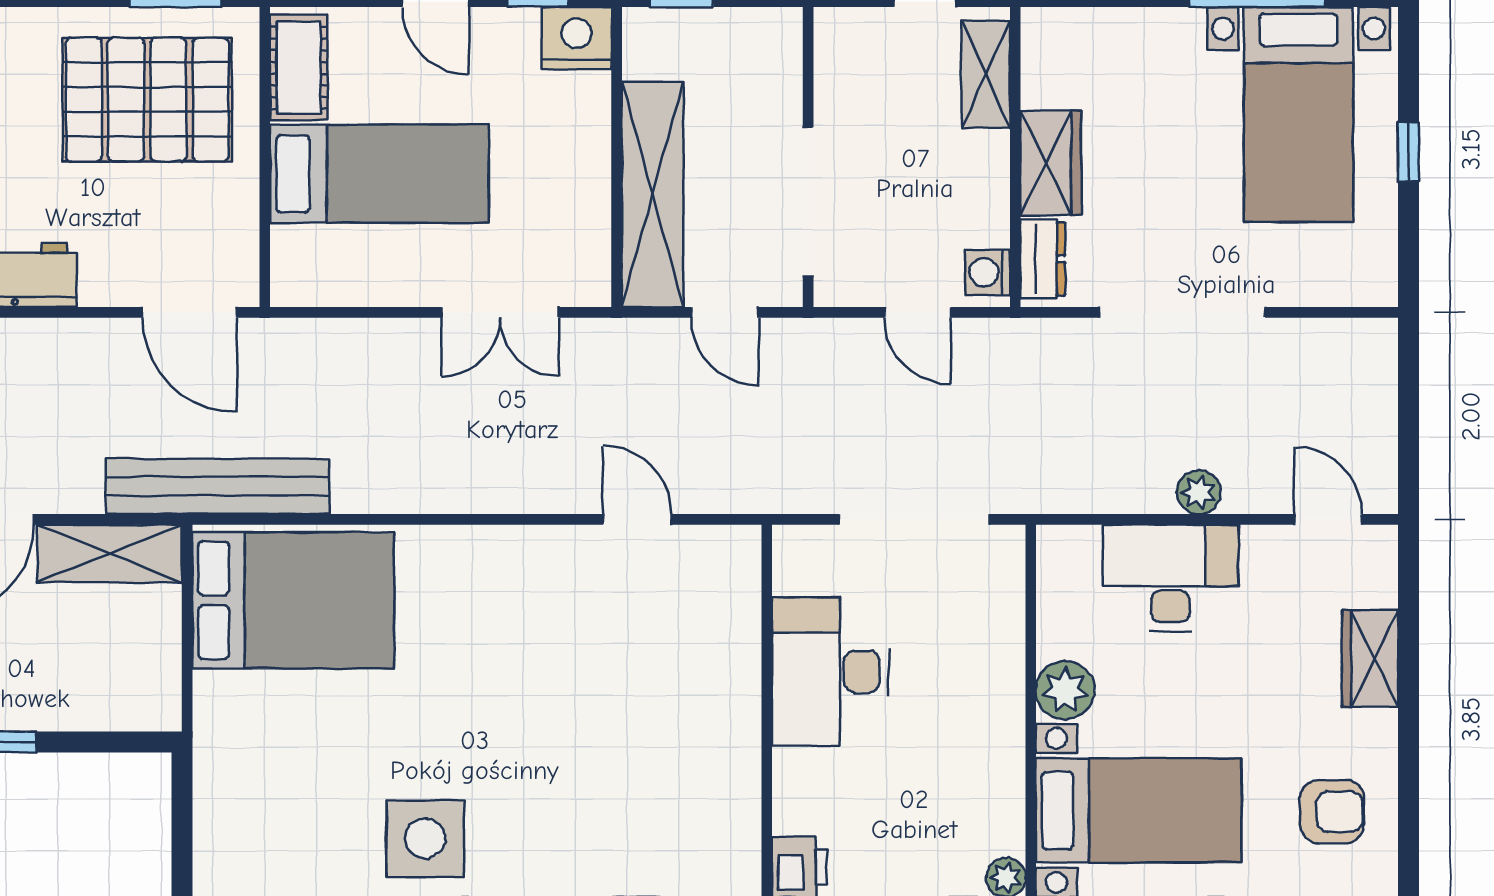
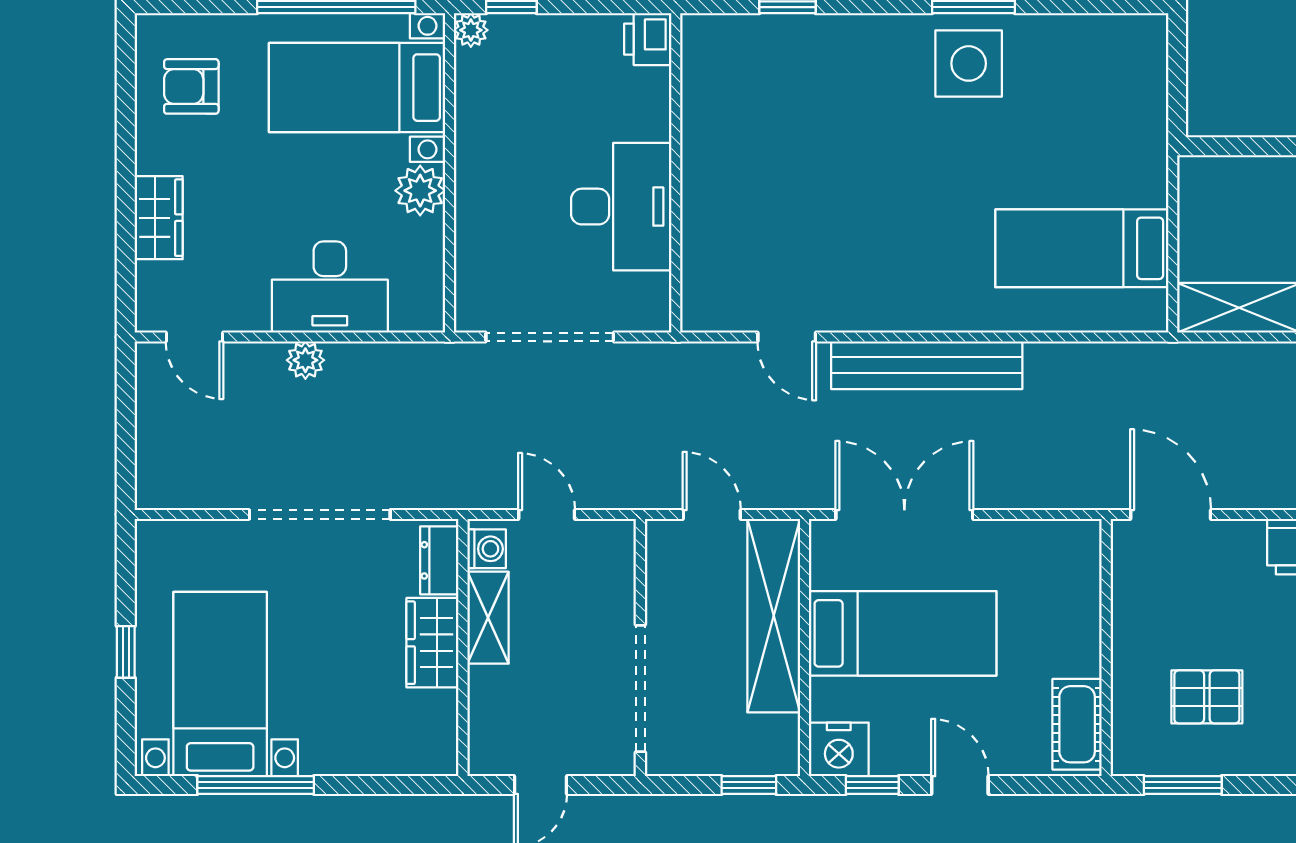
shelving: (986, 74) -> (488, 618), moved
pallet: (147, 100) -> (1207, 697), width x0.49, depth x0.50
bed: (379, 174) -> (903, 633), moved, turned 180
doorway: (808, 202) -> (640, 688), moved
double door: (500, 312) -> (904, 514), width x1.37
bench: (218, 486) -> (927, 365), moved
bed: (293, 600) -> (1082, 248), width x0.67

